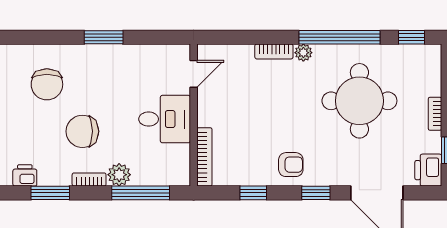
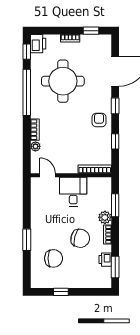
window: (104, 37) -> (27, 240), moved
plant: (303, 53) -> (35, 146), moved
chair: (82, 131) -> (80, 238), turned -75
printer: (428, 170) -> (38, 44), moved, turned -90
printer: (25, 175) -> (105, 260), moved
window: (50, 193) -> (115, 267), moved
window: (141, 193) -> (115, 205), width x0.69

